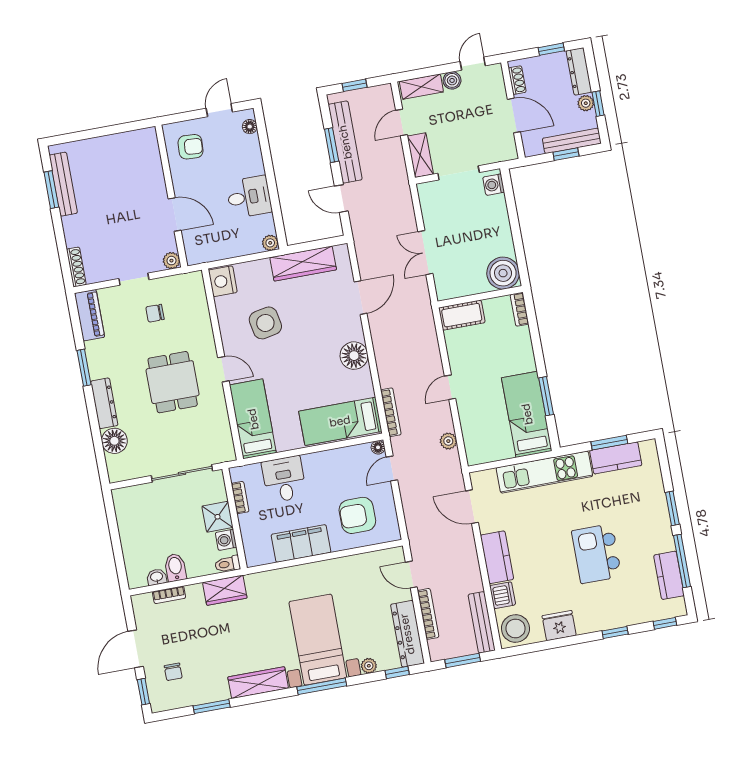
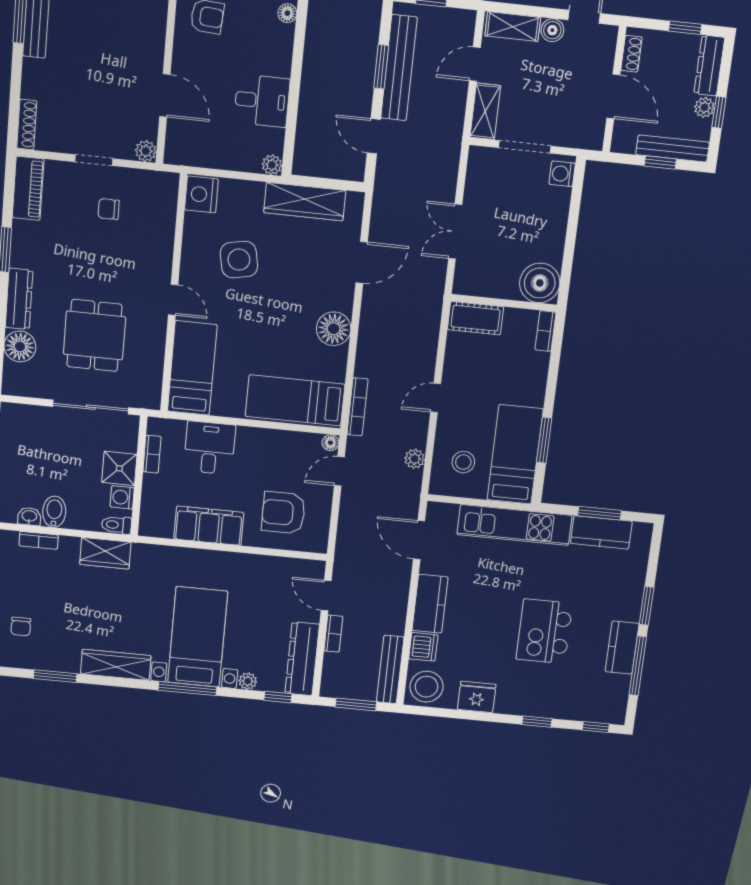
dining table: (173, 382) -> (94, 335), moved
stool: (488, 432) -> (463, 462), added
kitchen counter: (669, 575) -> (622, 648), moved
bookcase: (428, 614) -> (333, 634), width x0.64

